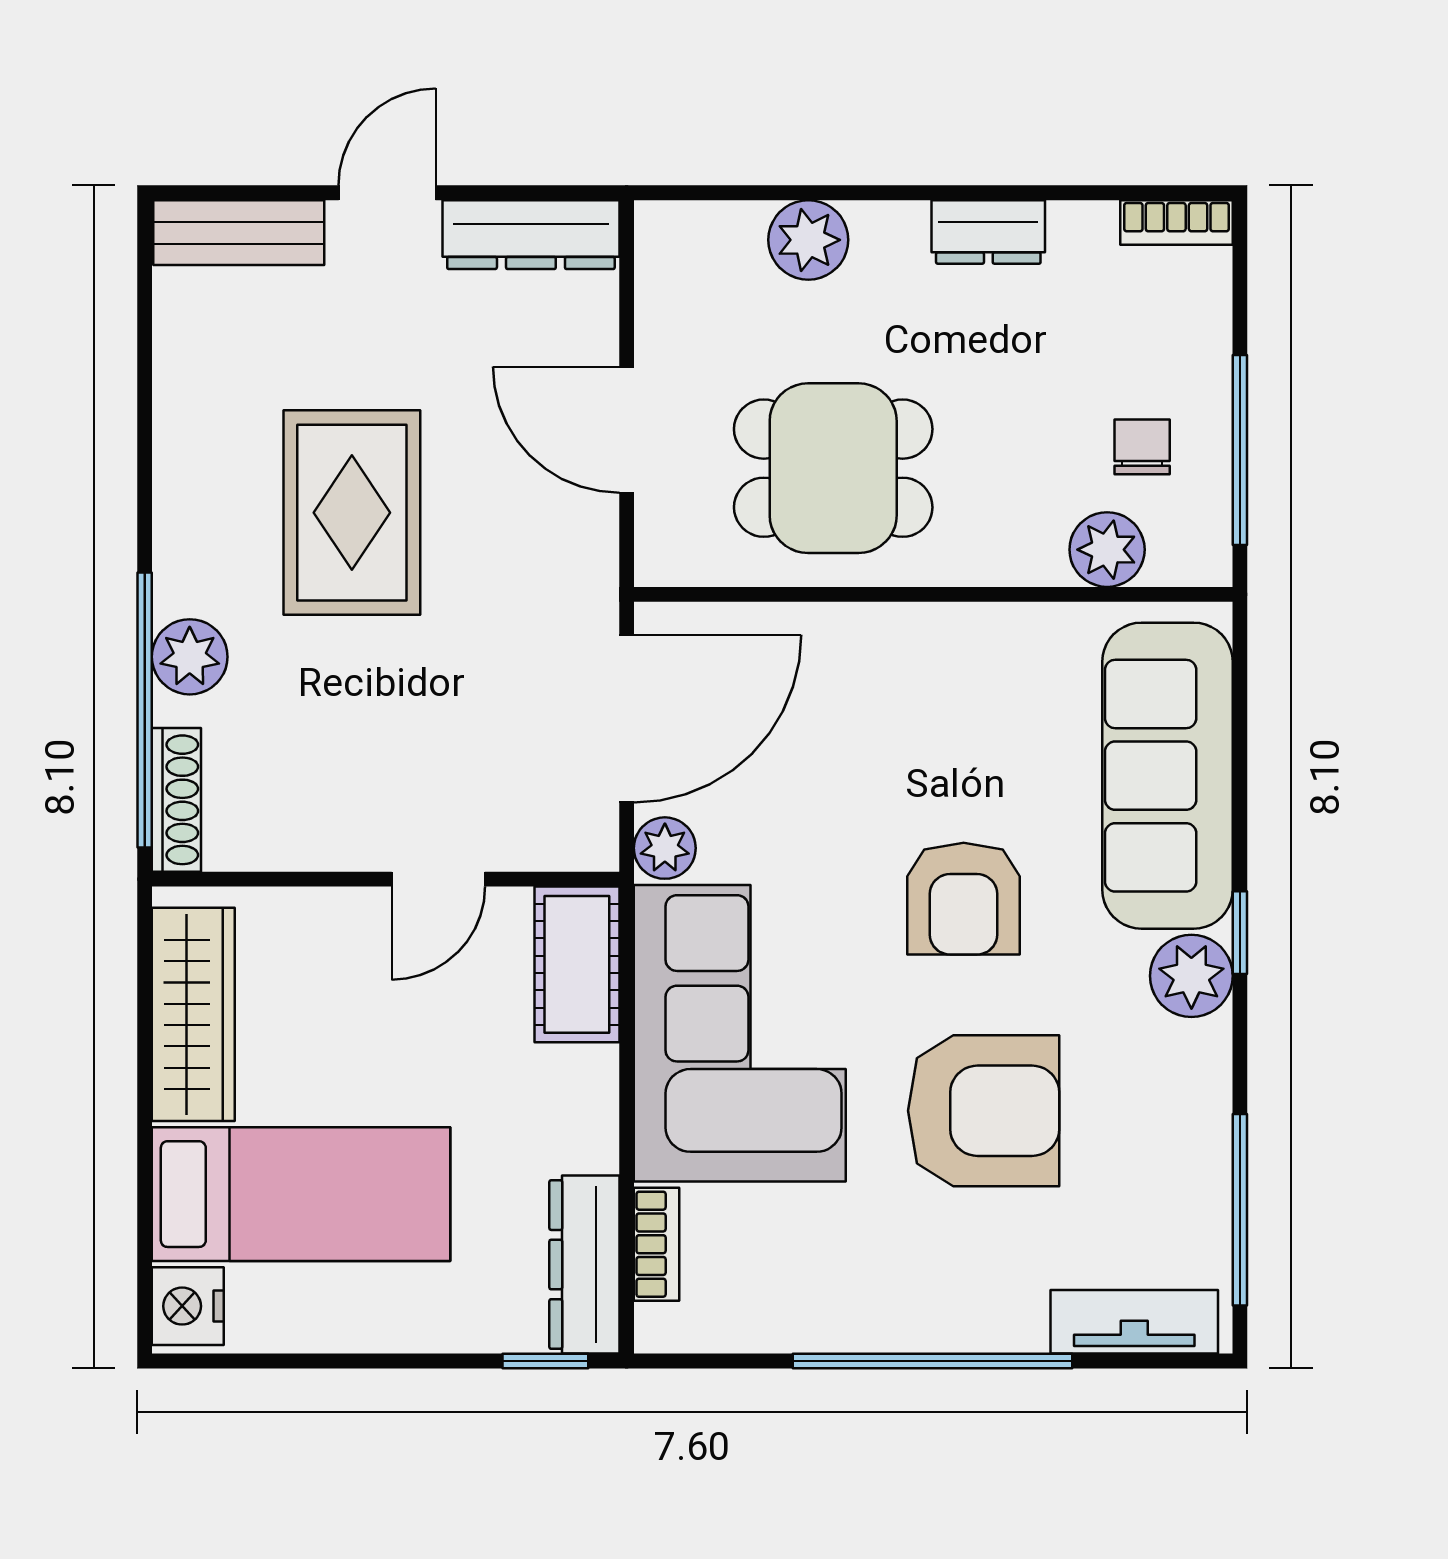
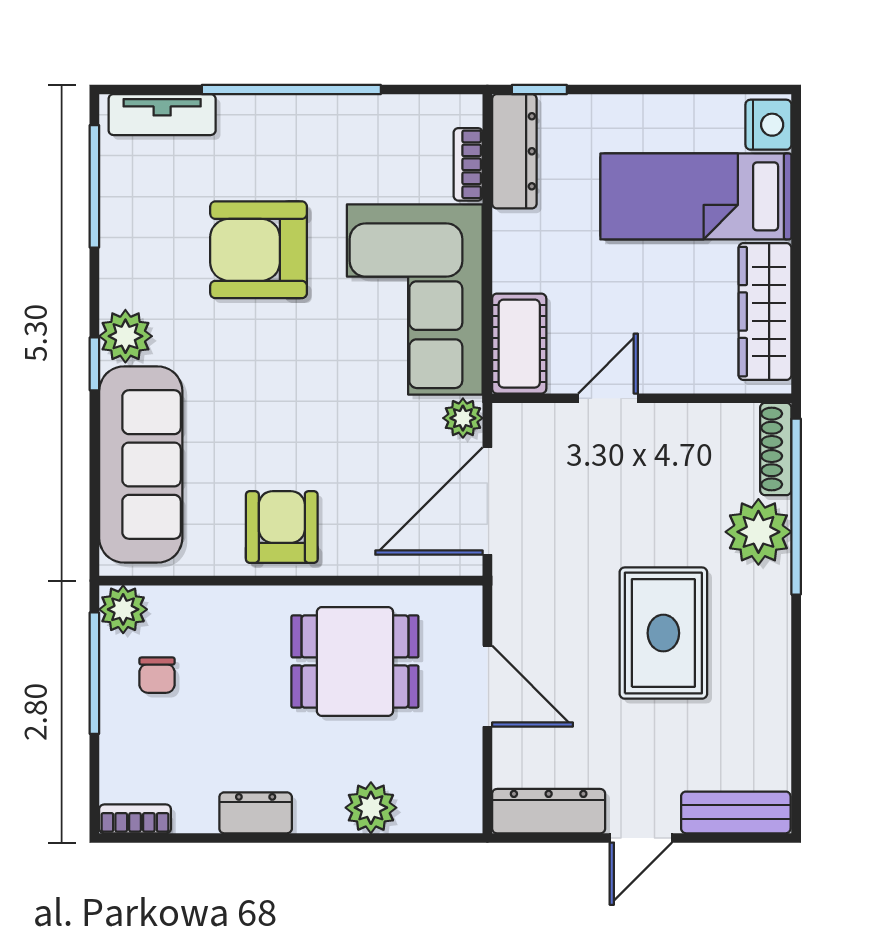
plant: (1107, 550) -> (123, 609), moved
plant: (190, 657) -> (758, 532), width x1.36, depth x1.36
armchair: (964, 899) -> (282, 527), moved

